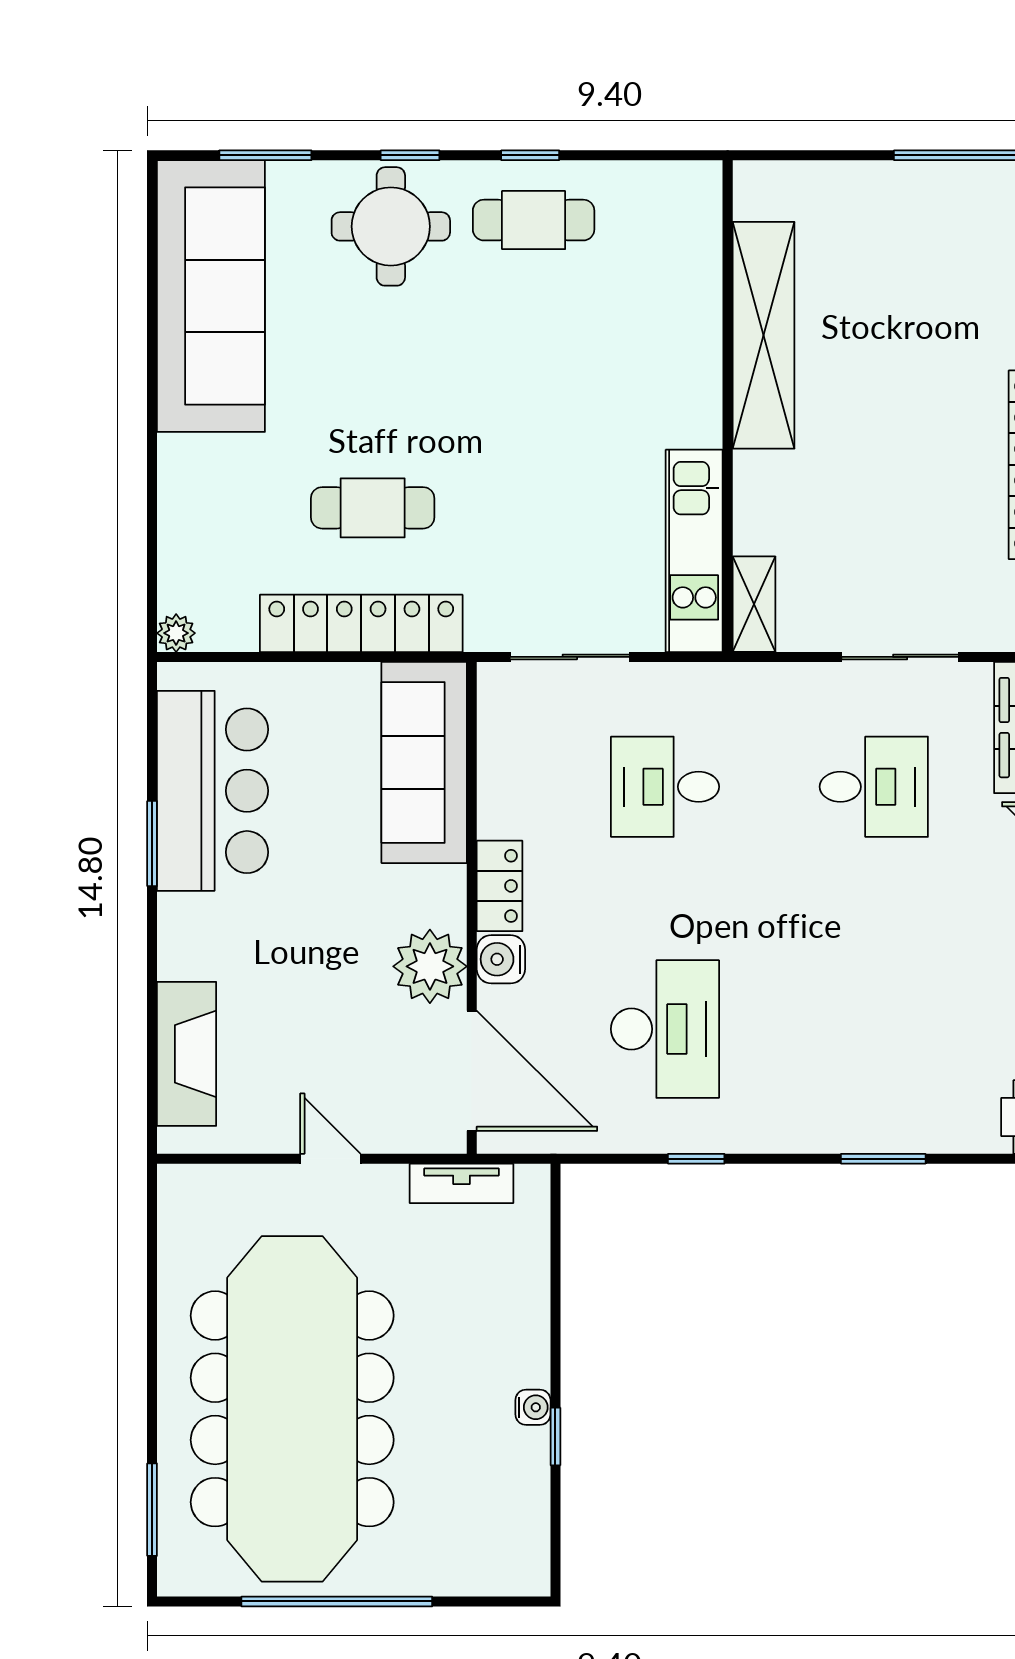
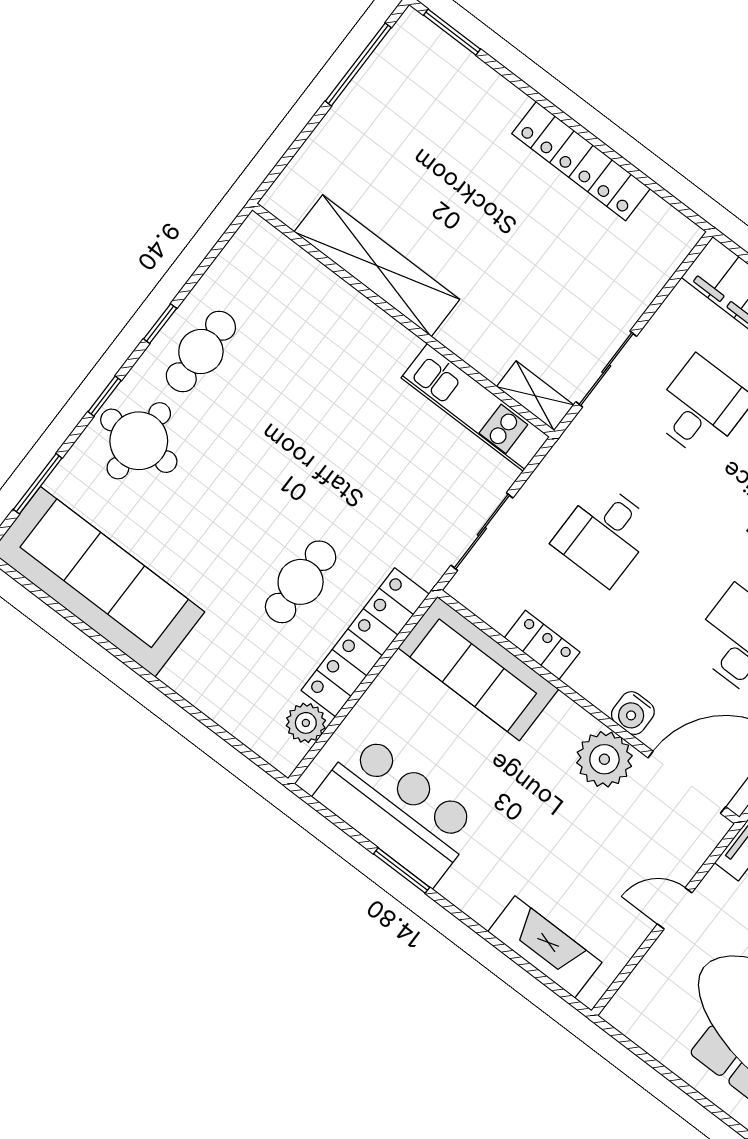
plant: (176, 633) -> (306, 723), moved, width x1.38, depth x1.38
sliding door: (900, 657) -> (606, 369), moved
locker: (500, 886) -> (542, 645), moved

